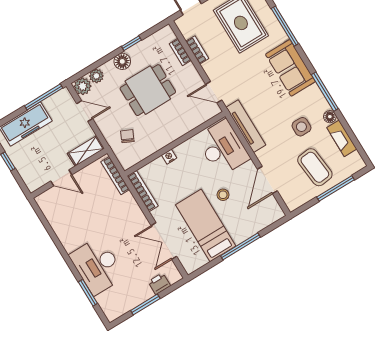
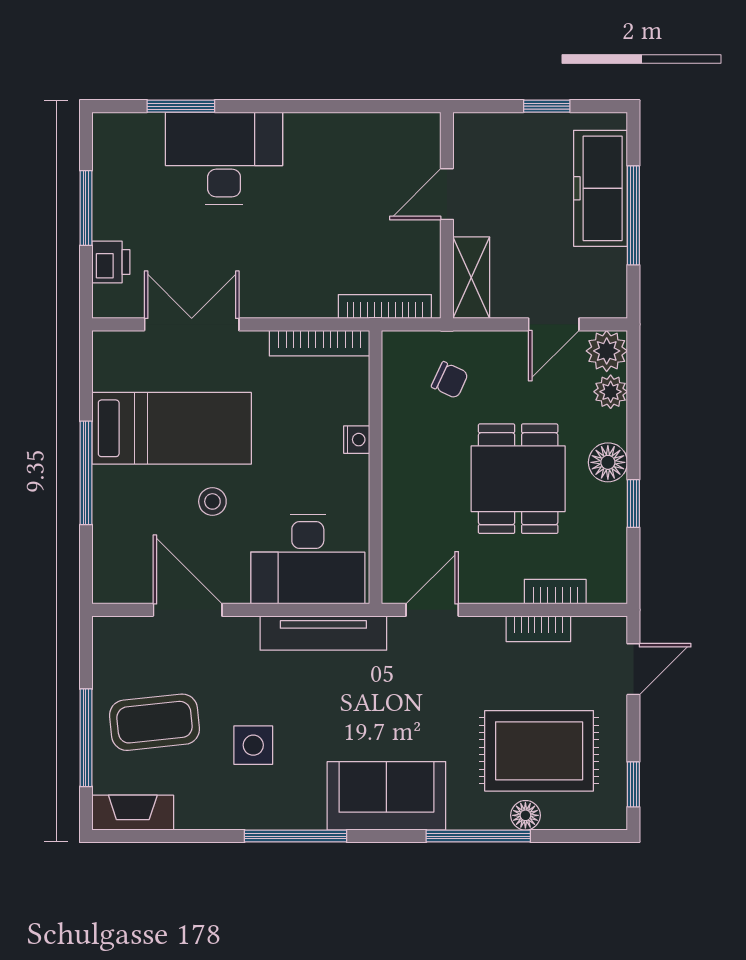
window: (44, 97) -> (633, 215), moved
floor lamp: (330, 117) -> (525, 815), moved
fireplace: (342, 138) -> (133, 813), moved

